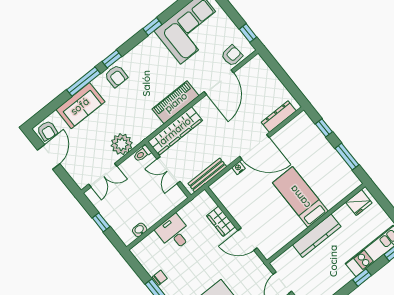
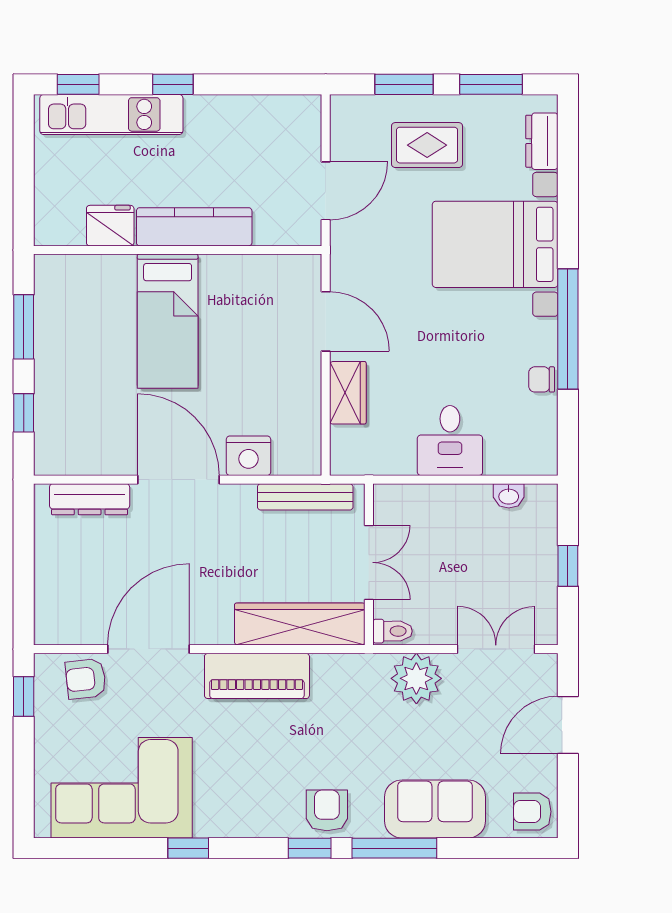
armchair: (47, 131) -> (532, 812), turned -97
door: (49, 157) -> (568, 725), moved
nightstand: (238, 168) -> (248, 456), width x1.89, depth x1.79
fridge: (359, 203) -> (110, 226), moved

